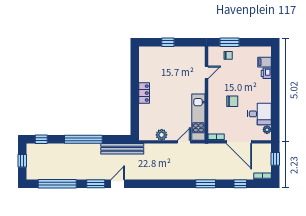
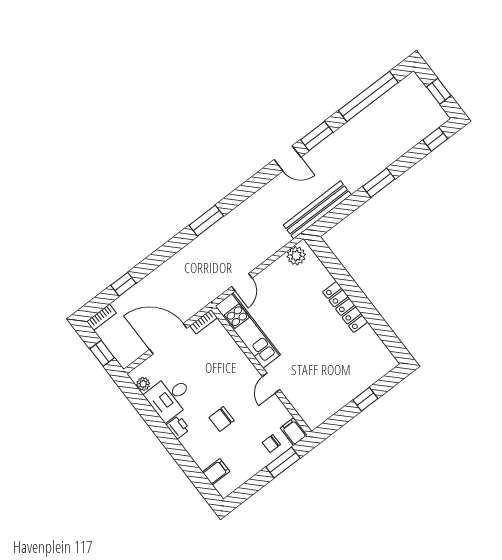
filing cabinet: (213, 53) -> (293, 432), added
door: (207, 72) -> (271, 383), moved
printer: (266, 73) -> (178, 427), moved
locker: (144, 93) -> (345, 307), width x1.53
chair: (232, 101) -> (222, 419), moved
plant: (162, 135) -> (296, 256), moved
window: (83, 139) -> (379, 183), width x0.47
door: (118, 184) -> (287, 158), hinge flipped
window: (206, 184) -> (206, 221), moved

